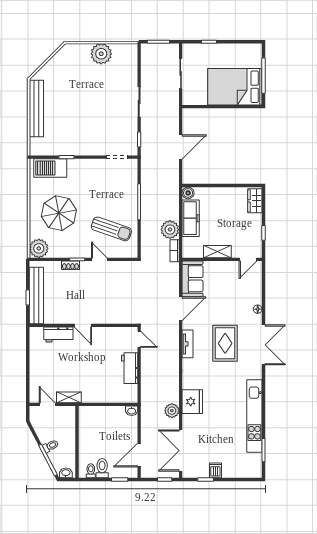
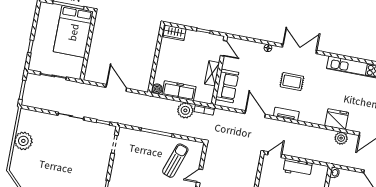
sofa: (193, 279) -> (227, 86), moved, turned 90
rug: (225, 343) -> (292, 82), width x0.73, depth x0.70

